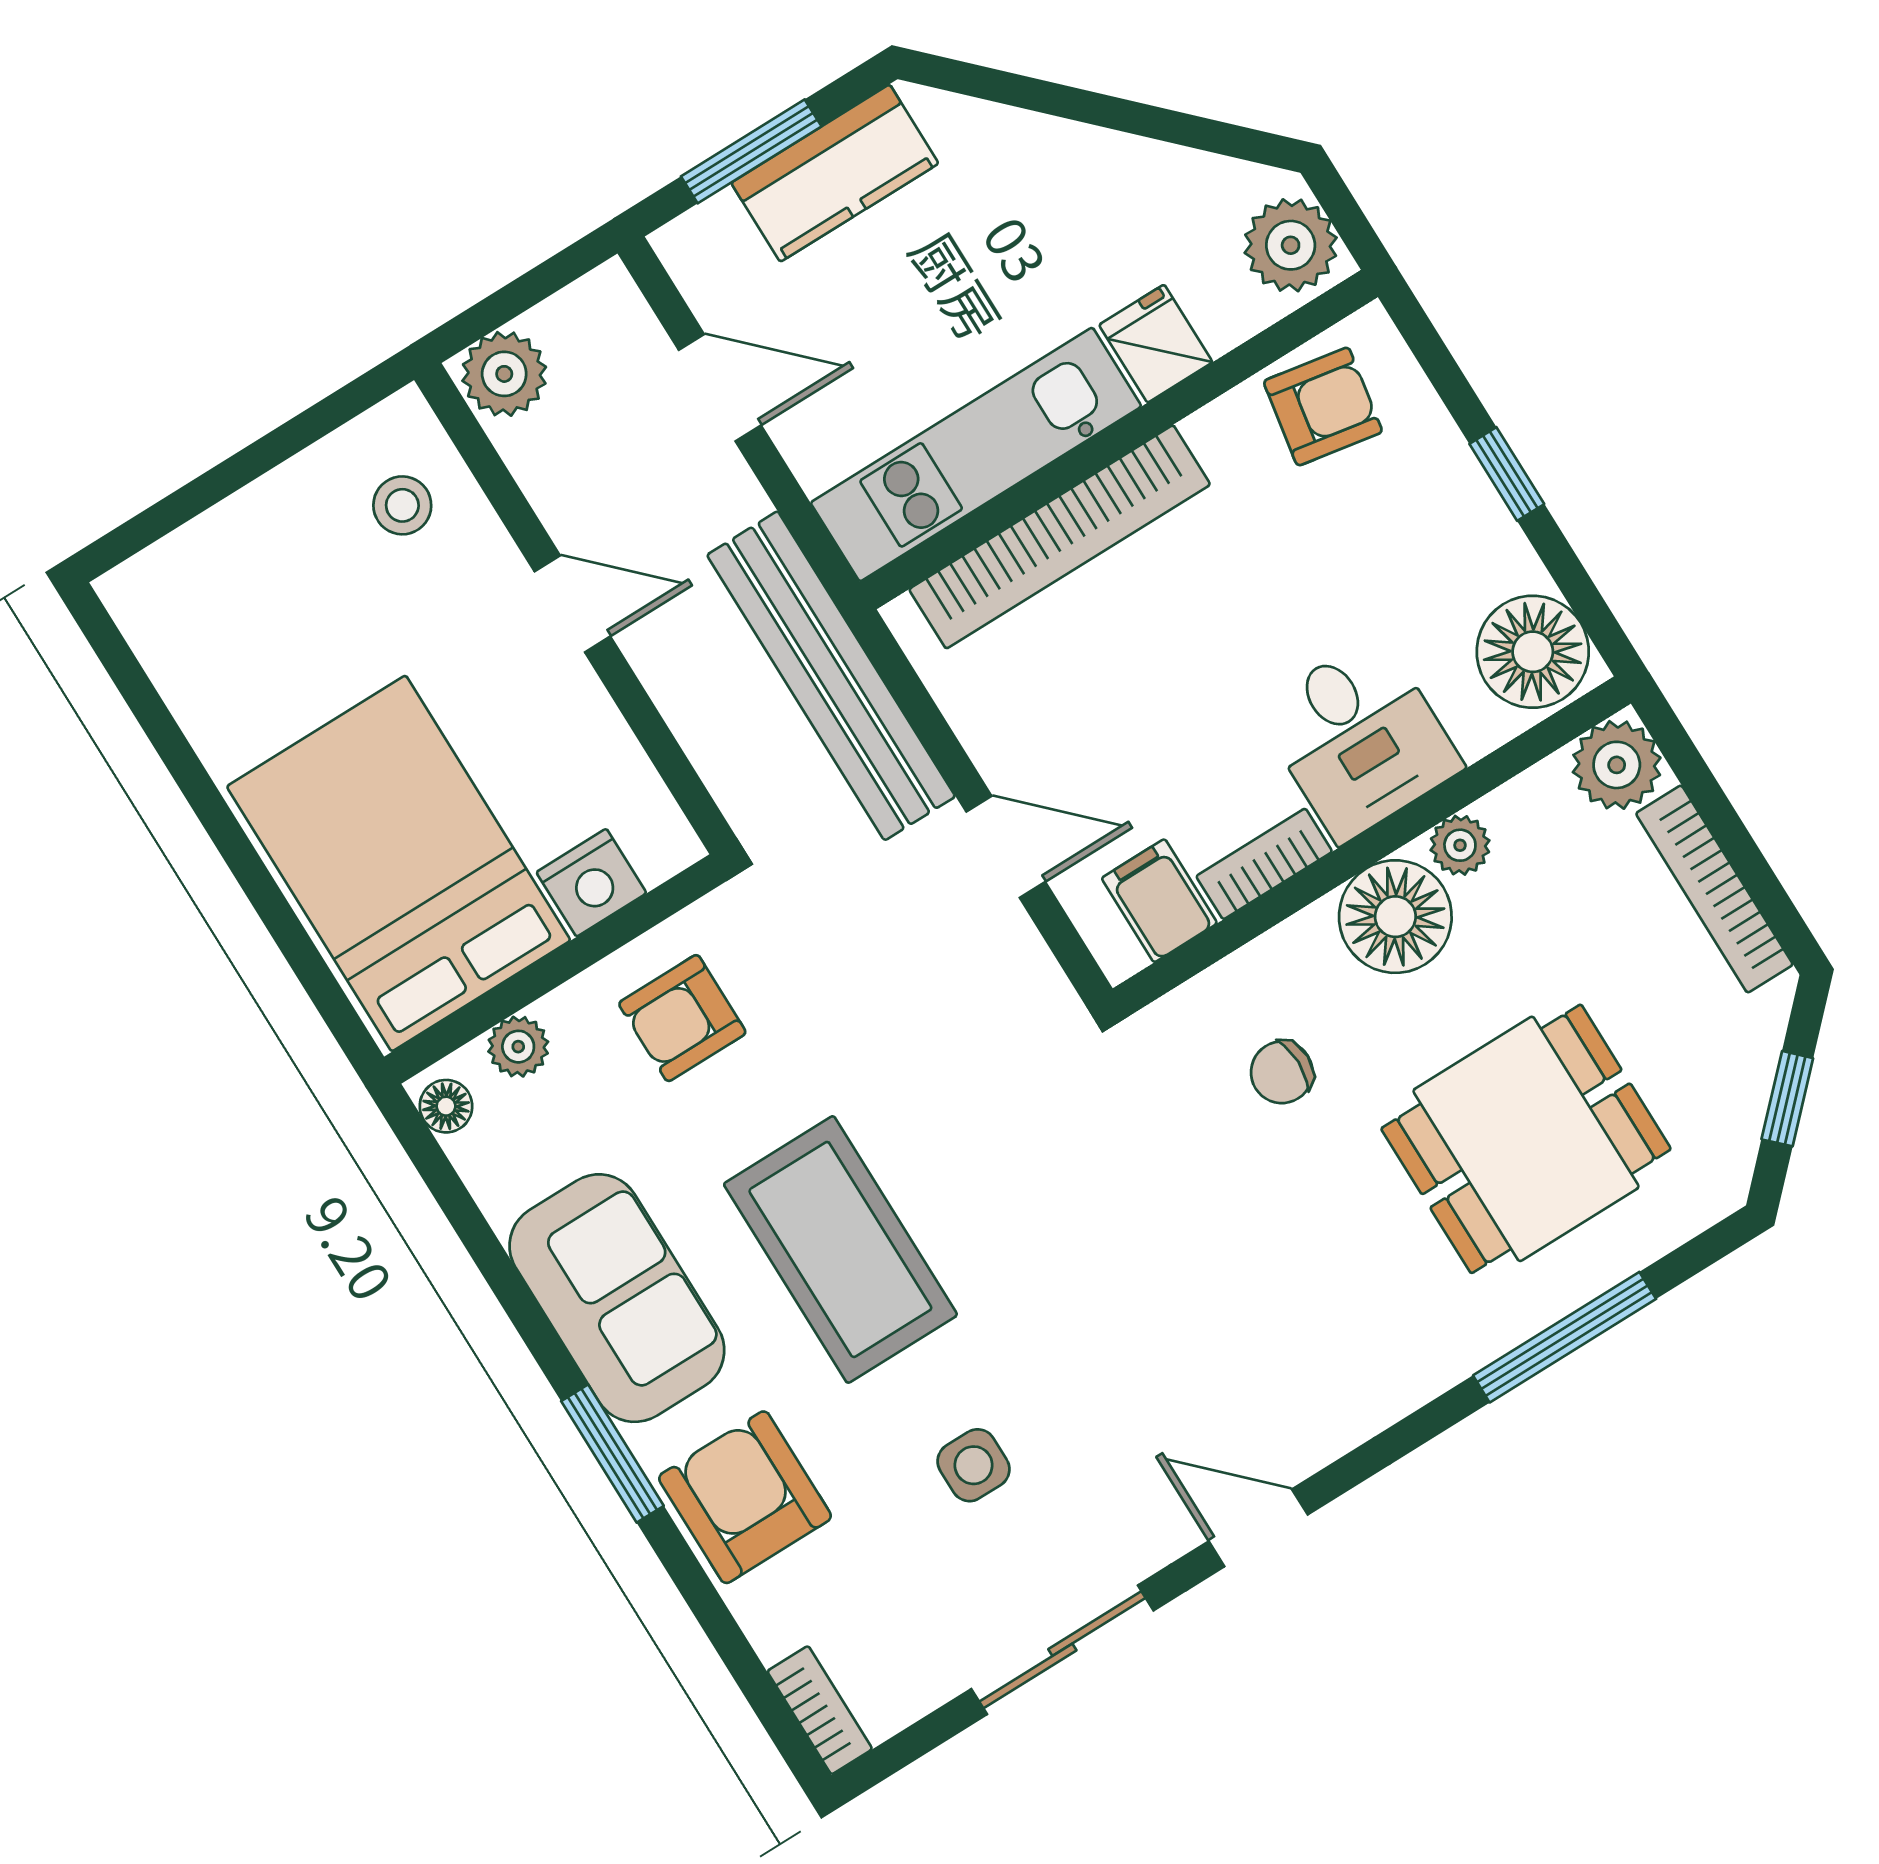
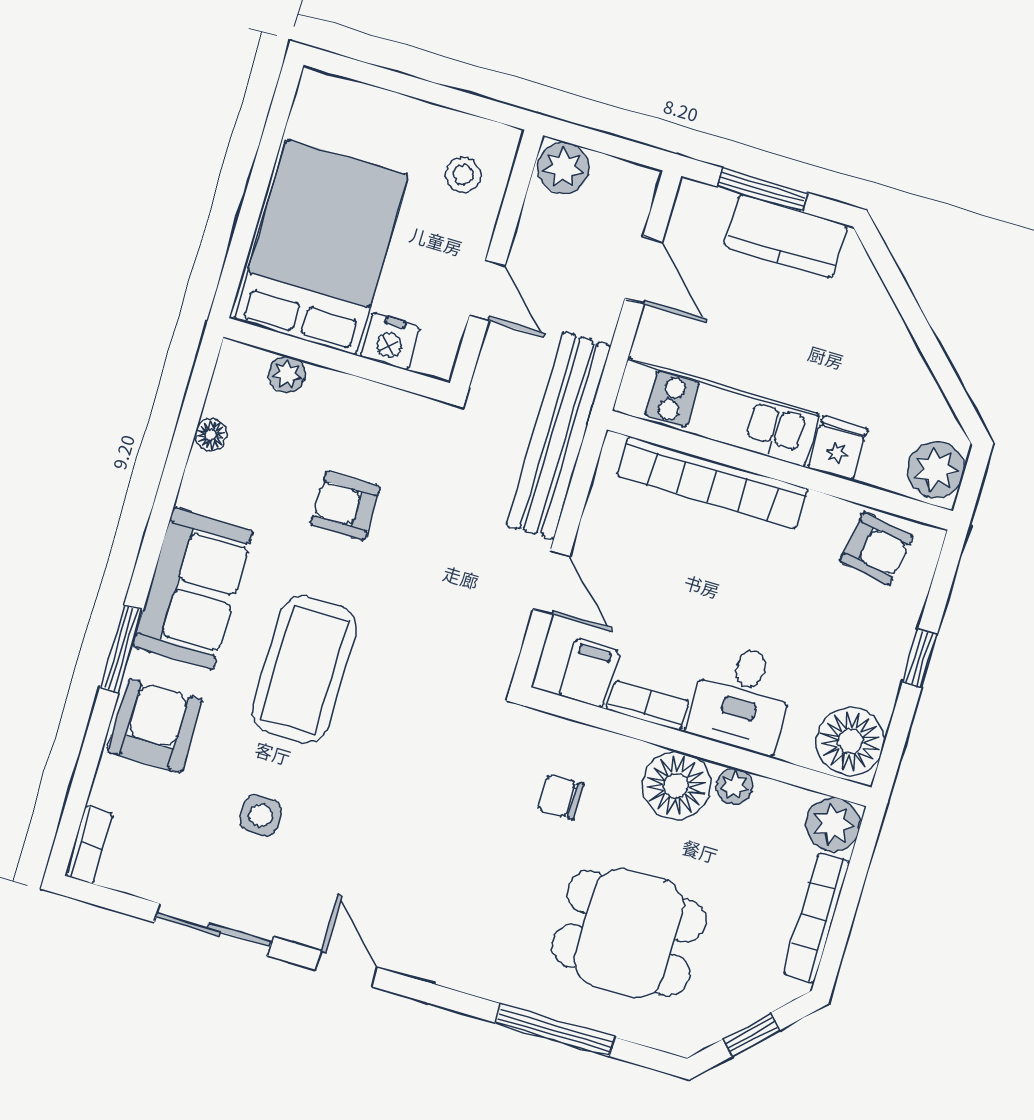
bed: (399, 863) -> (321, 247), moved
nightstand: (591, 883) -> (390, 342), moved
wall: (555, 969) -> (337, 360), moved
plant: (518, 1047) -> (287, 374), moved

